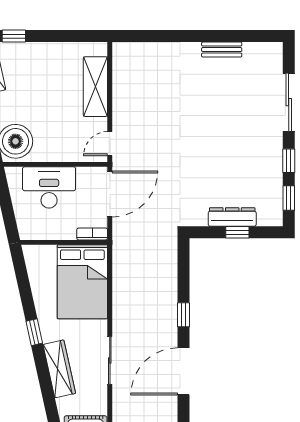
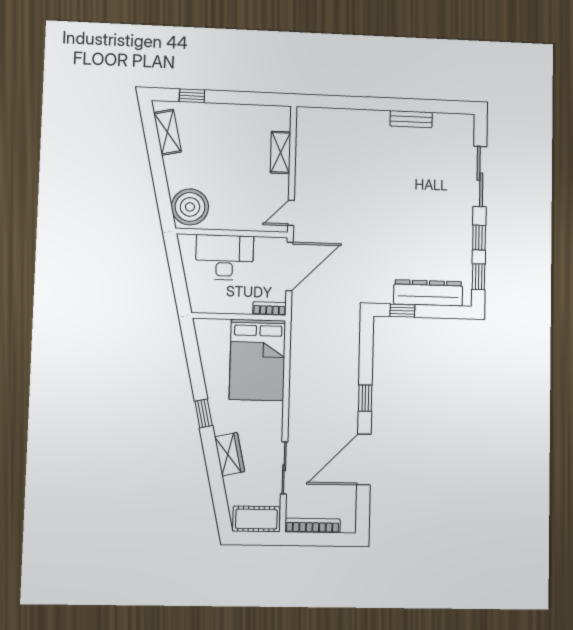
shelving: (95, 87) -> (280, 152), width x0.67, depth x0.75
dresser: (232, 217) -> (428, 293), width x1.37, depth x1.24
window: (237, 232) -> (402, 311), moved
sliding door: (110, 360) -> (284, 468), moved
wardrobe: (59, 369) -> (230, 454), width x0.67

